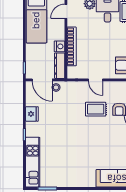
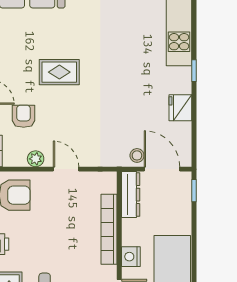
nightstand: (60, 46) -> (131, 257), moved
plant: (112, 86) -> (36, 159), added
rug: (96, 109) -> (59, 72), moved

